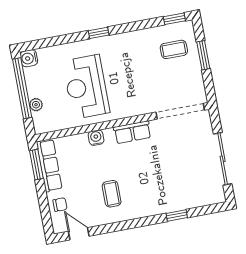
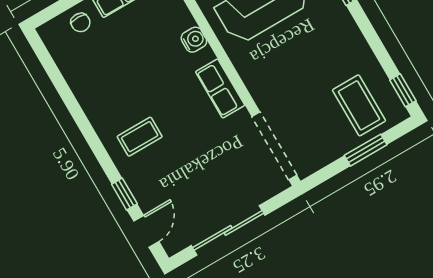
coffee table: (174, 49) -> (359, 105), width x1.36, depth x1.30
coffee table: (112, 194) -> (140, 137), moved
door: (79, 234) -> (146, 231), moved

